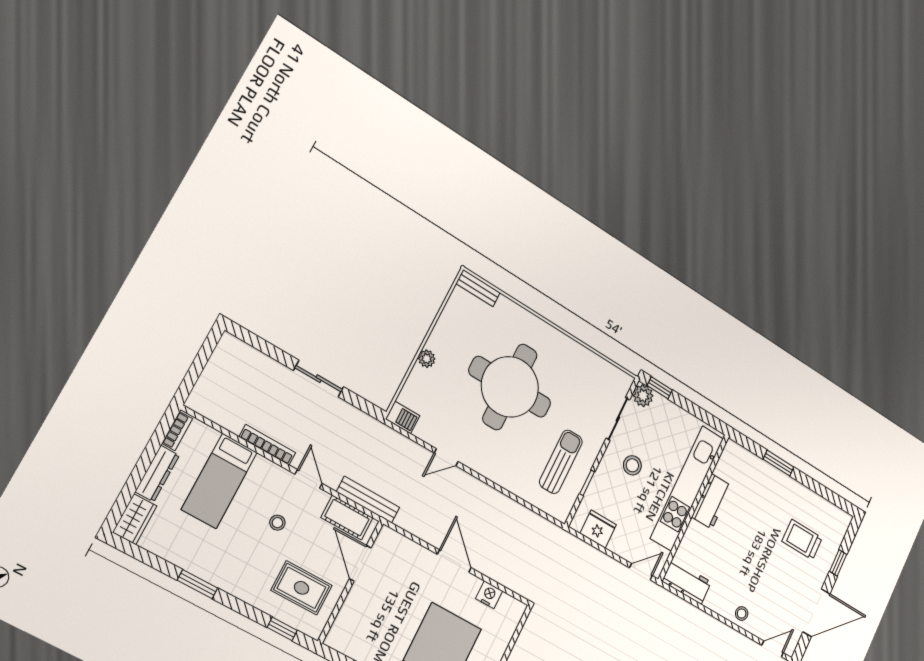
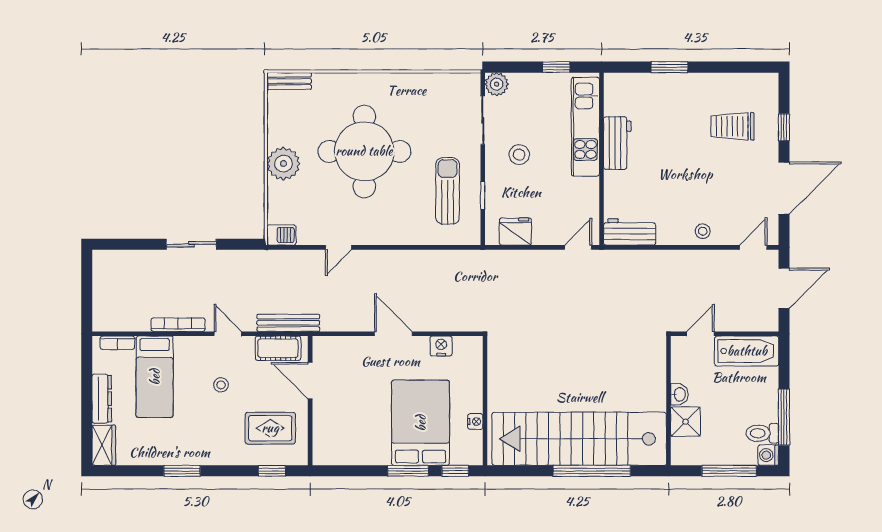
plant: (427, 359) -> (283, 164), width x1.87, depth x1.87
window: (660, 388) -> (556, 67), moved
bookcase: (177, 431) -> (117, 343), moved, turned 90
kitchen unit: (687, 488) -> (585, 127), width x0.73

